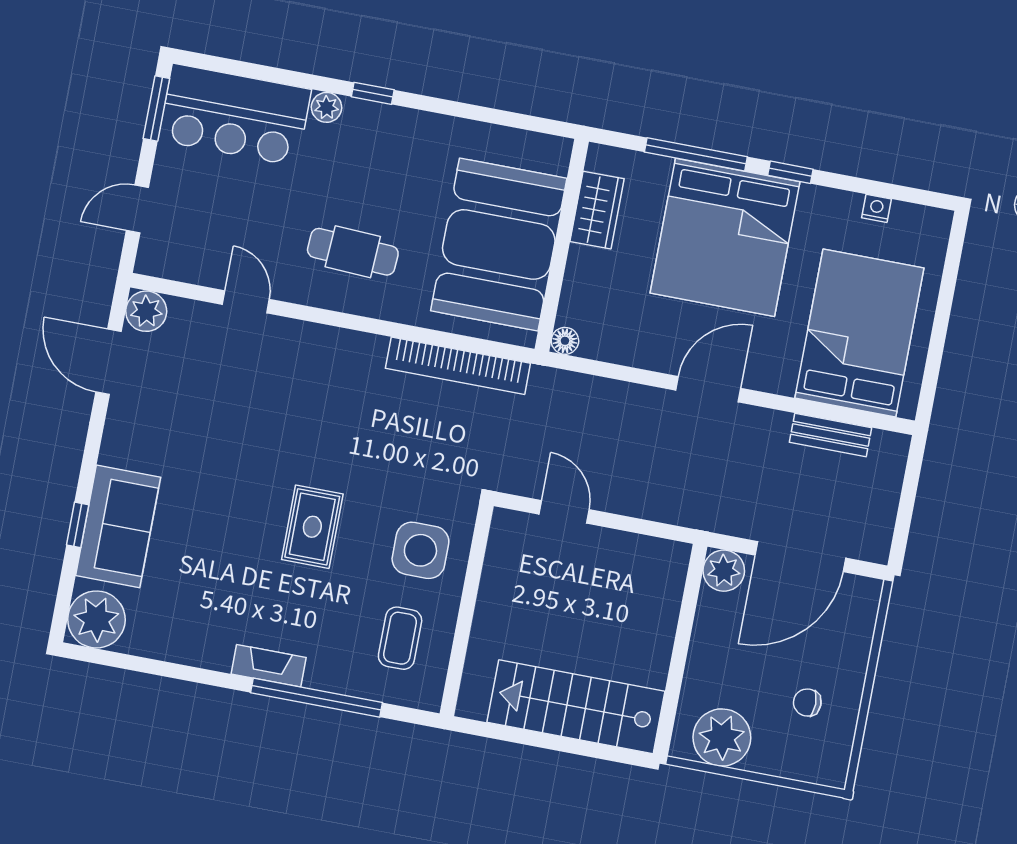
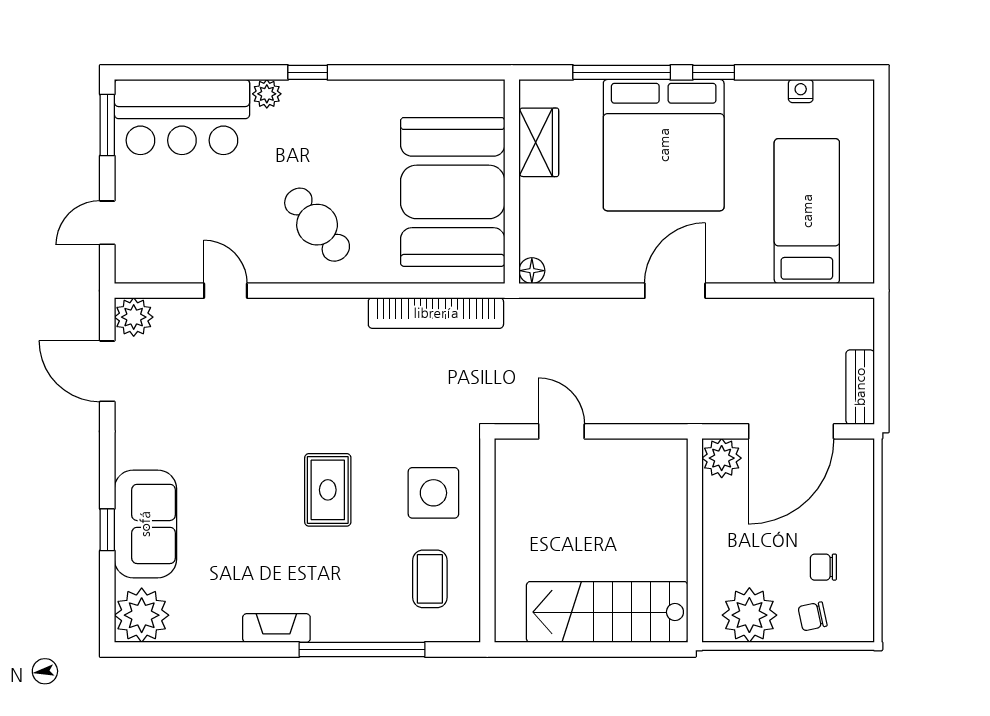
cafe table: (353, 252) -> (317, 225), turned 48
bed: (859, 333) -> (807, 211), width x0.67
bench: (830, 435) -> (860, 387), moved, turned 90
fireplace: (269, 666) -> (276, 628), moved
chair: (786, 751) -> (813, 616), added

